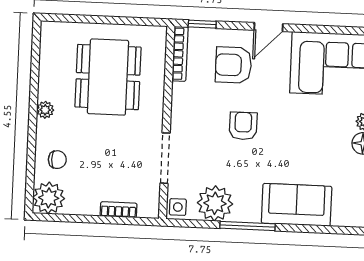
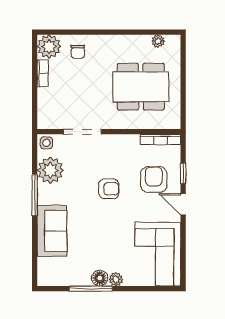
window: (202, 24) -> (183, 173), moved
plant: (45, 110) -> (158, 41), moved
bookcase: (119, 210) -> (43, 73), moved

